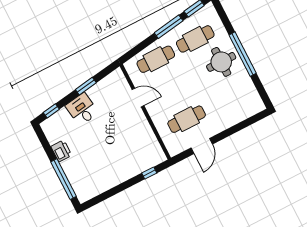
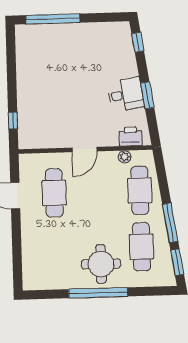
plant: (137, 81) -> (125, 157), added
door: (138, 98) -> (84, 150), moved
desk: (82, 109) -> (126, 94), moved
printer: (61, 151) -> (130, 137), moved, turned 180

